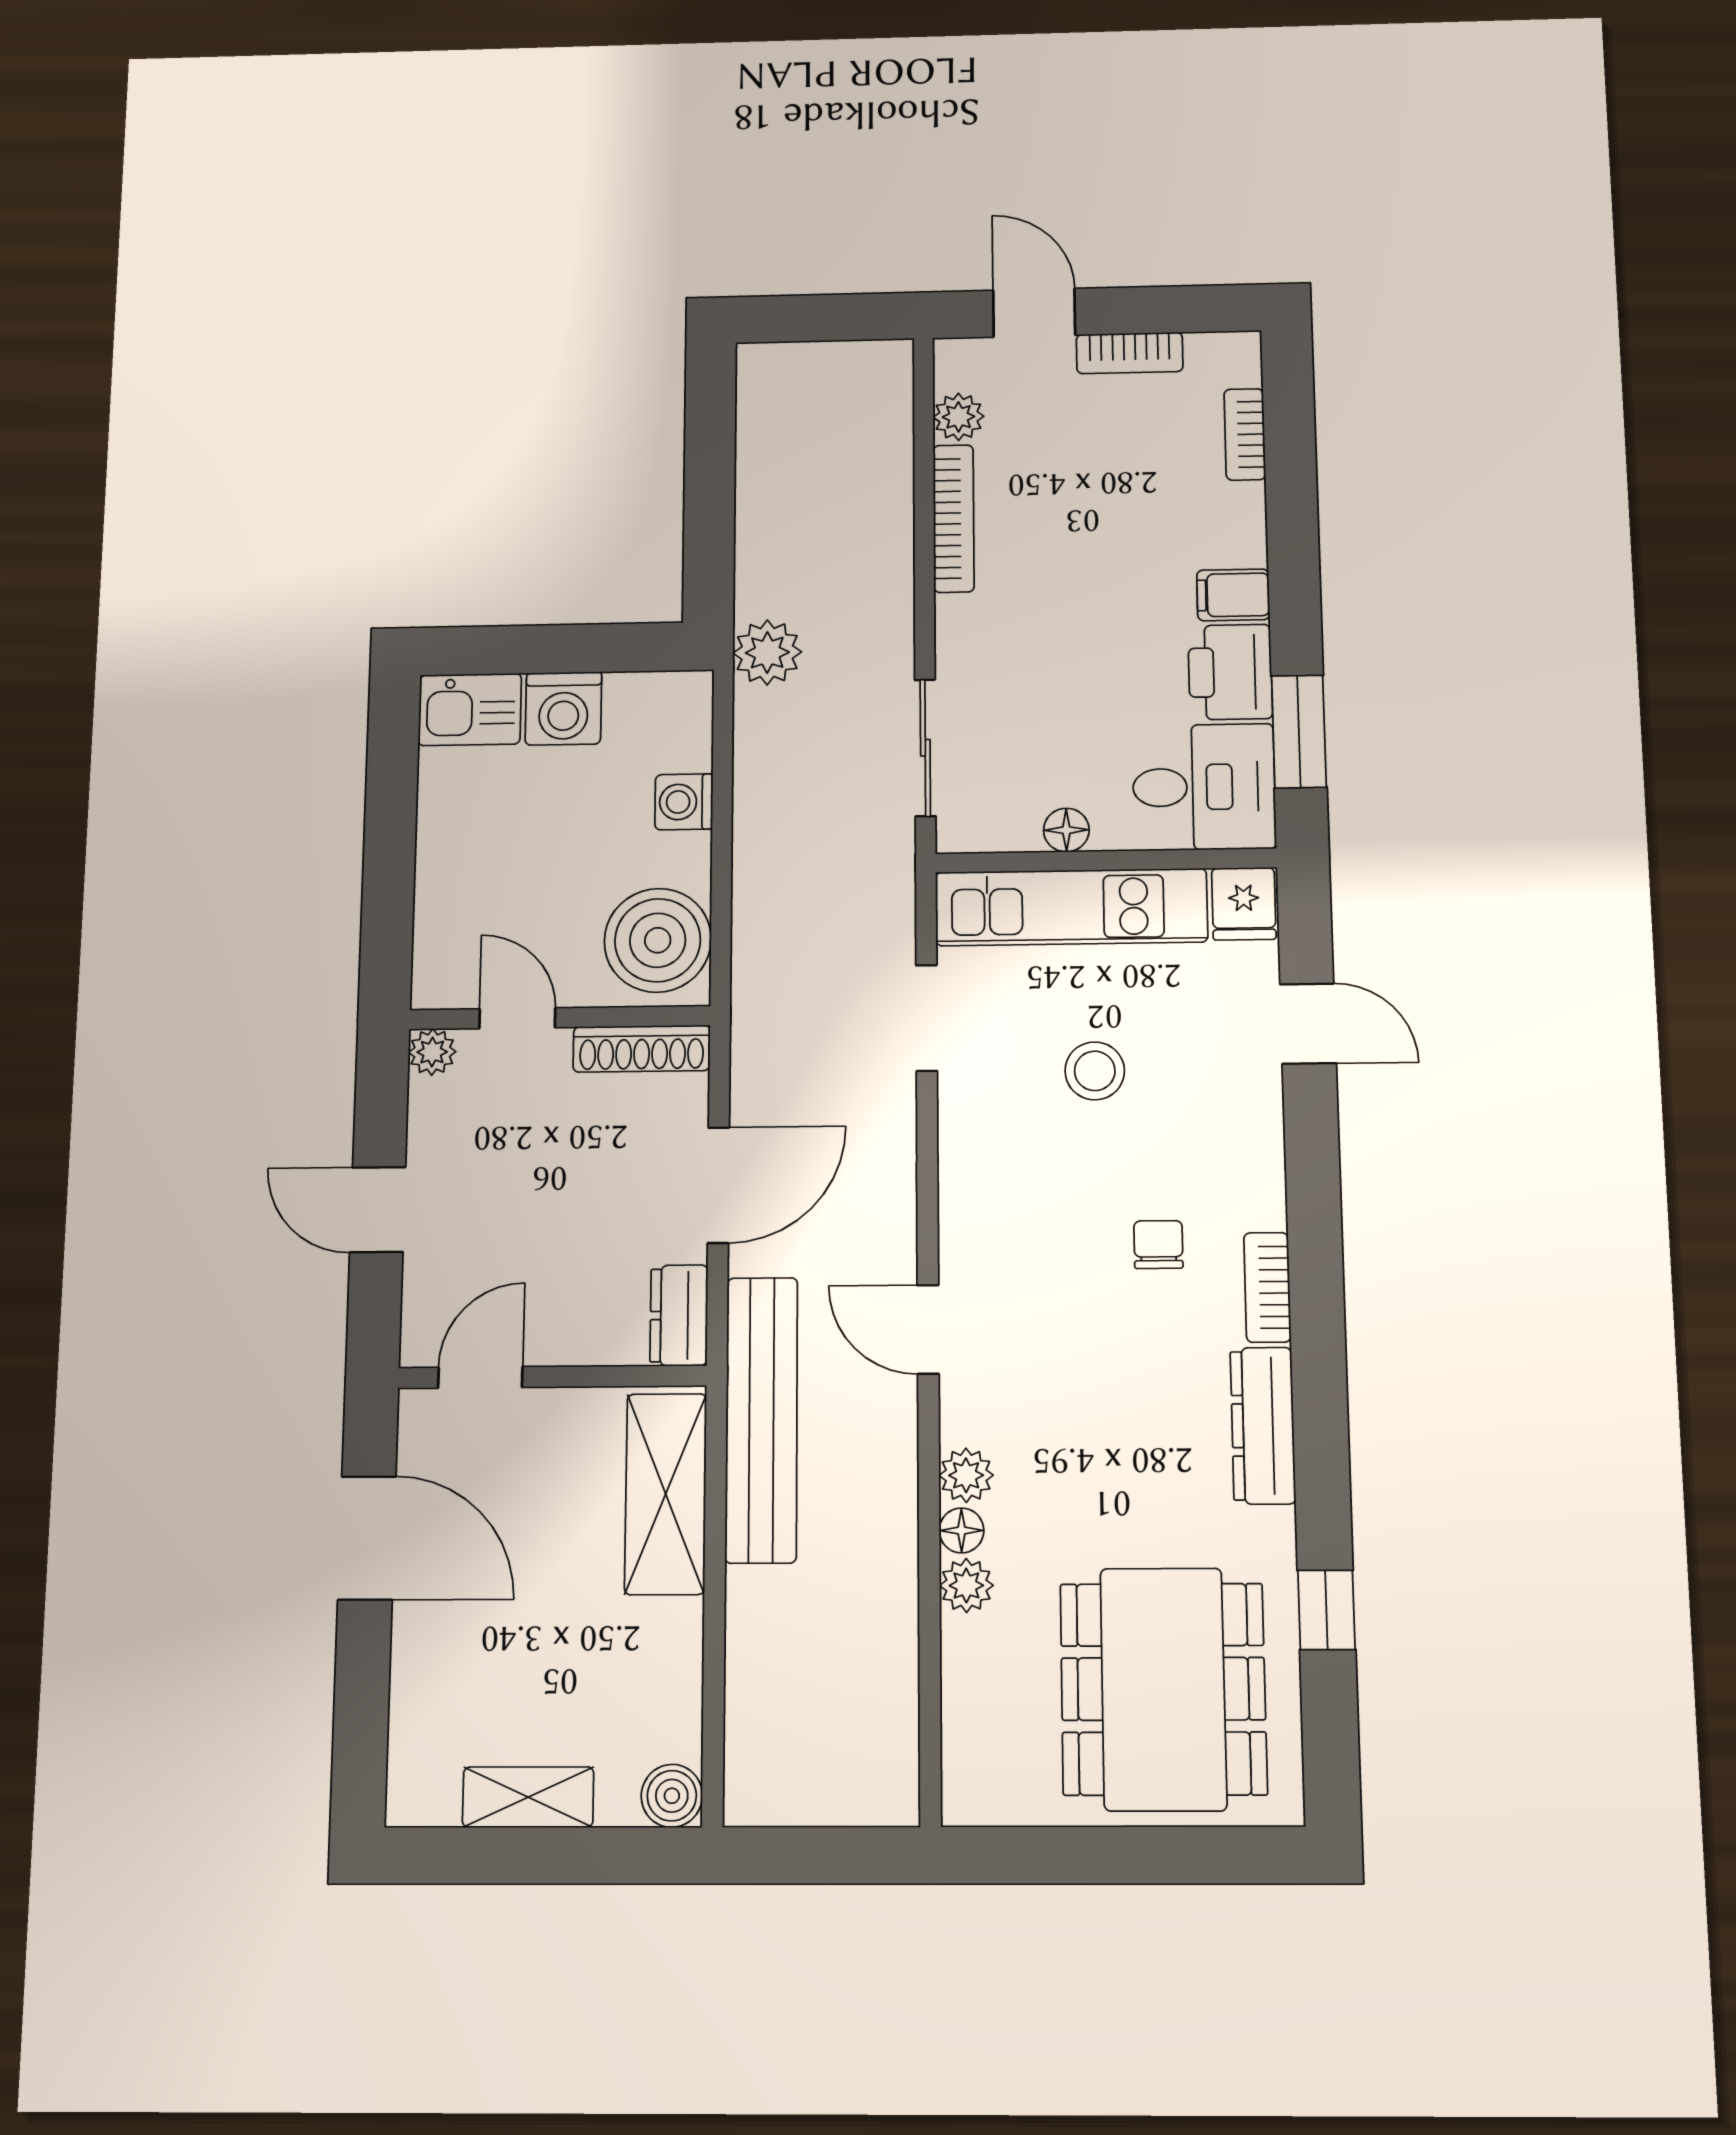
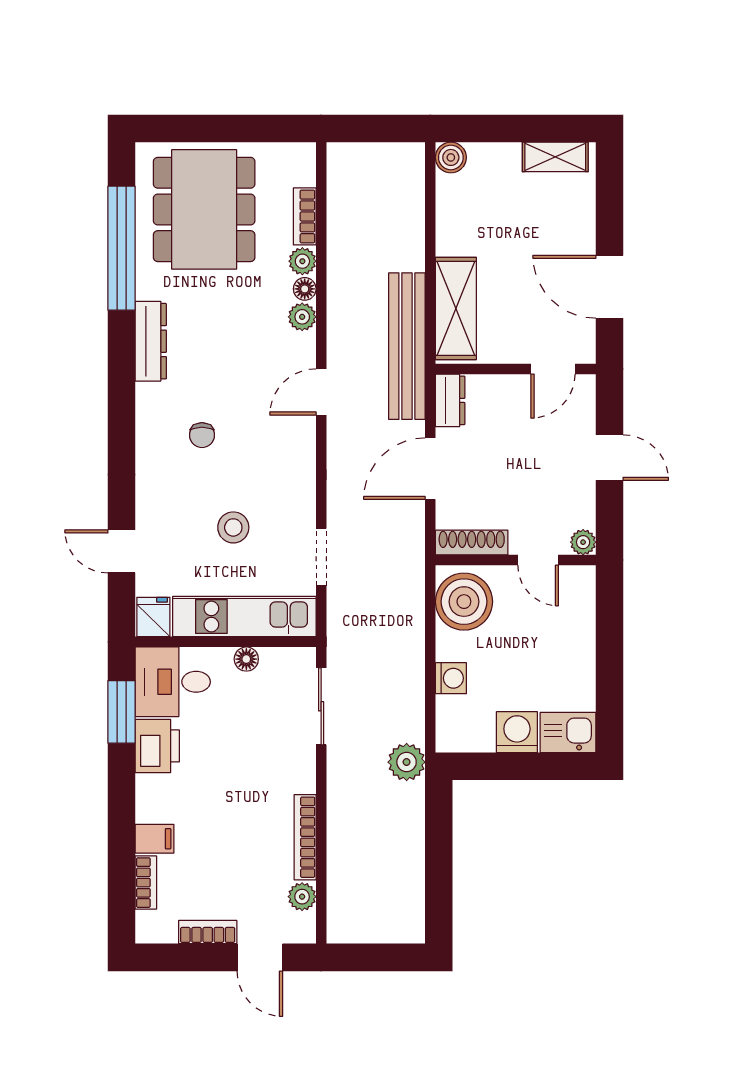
filing cabinet: (1233, 595) -> (155, 839), moved
bookcase: (1267, 1287) -> (305, 216), moved, turned 180
door: (928, 1329) -> (321, 392), swing flipped
window: (1326, 1610) -> (122, 248), width x3.17
shelving: (528, 1797) -> (555, 157), moved

